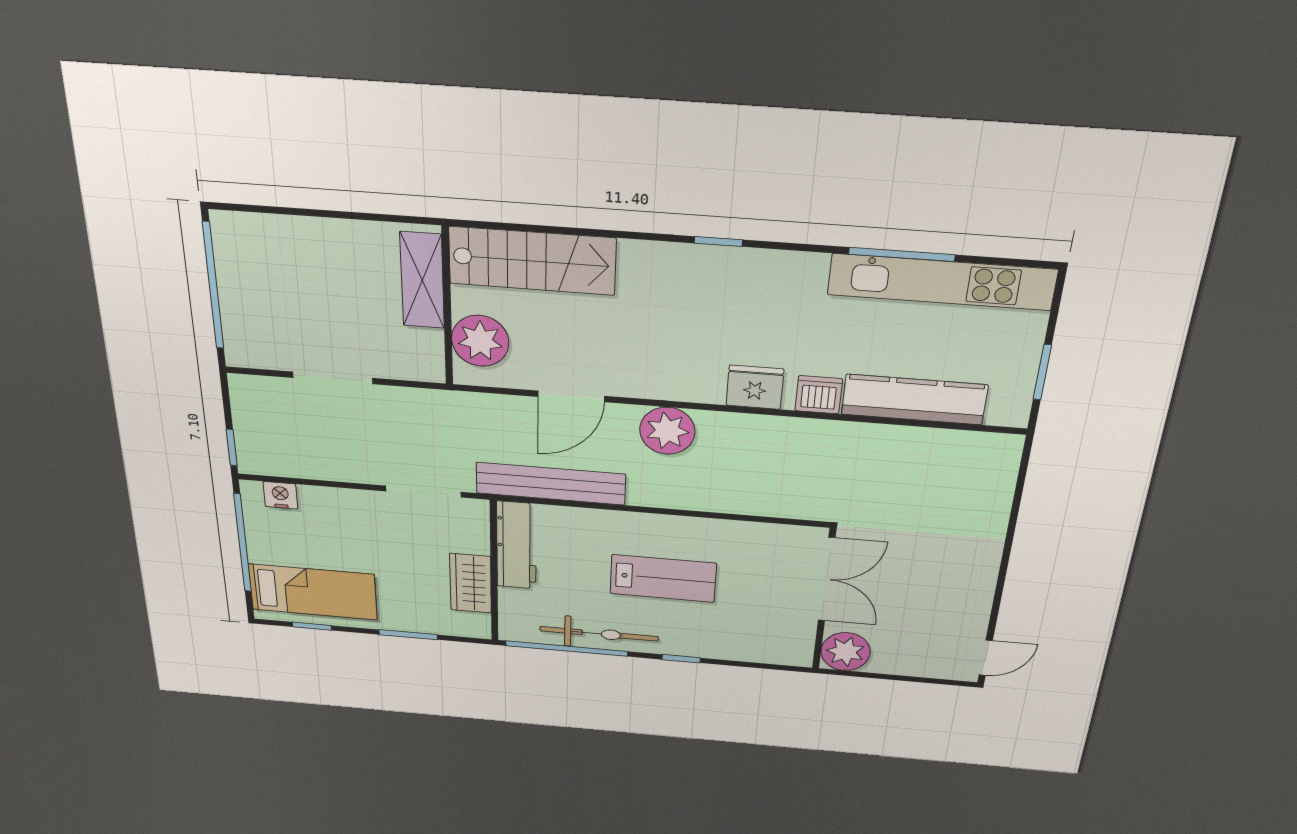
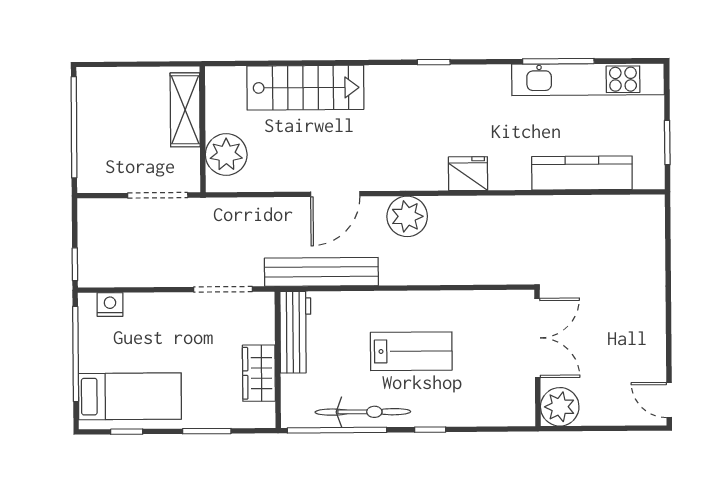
shelving: (422, 280) -> (185, 110), moved
wall: (447, 307) -> (203, 129), moved
plant: (480, 341) -> (226, 154), moved
dishwasher: (819, 395) -> (514, 175), removed
door: (986, 658) -> (669, 400), swing flipped

